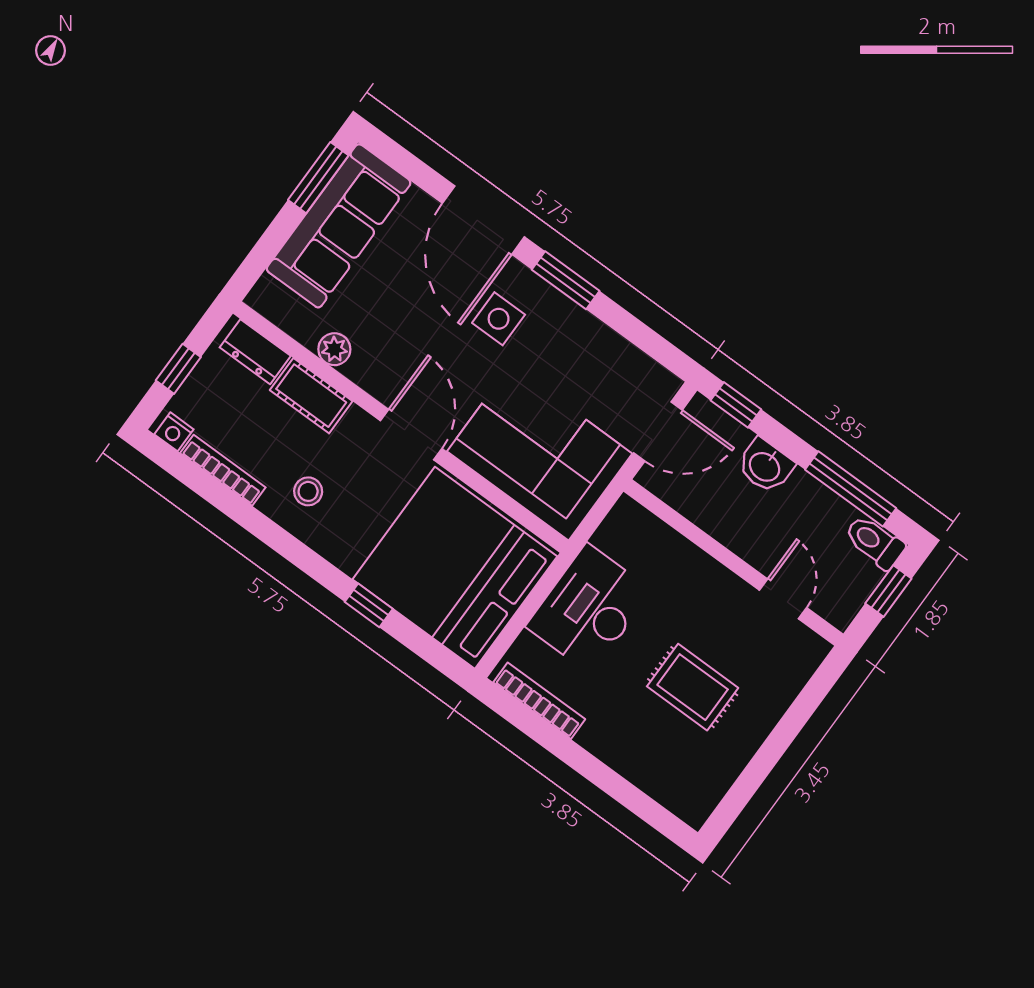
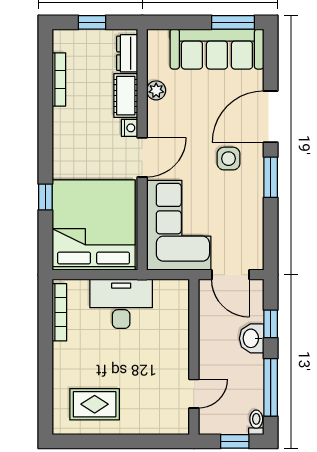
window: (736, 405) -> (271, 324), moved
nightstand: (174, 432) -> (130, 128), moved, turned 180
stool: (308, 491) -> (79, 128), removed
toilet: (875, 542) -> (256, 422), width x0.73, depth x0.72
rug: (693, 687) -> (95, 404), moved, turned 90

